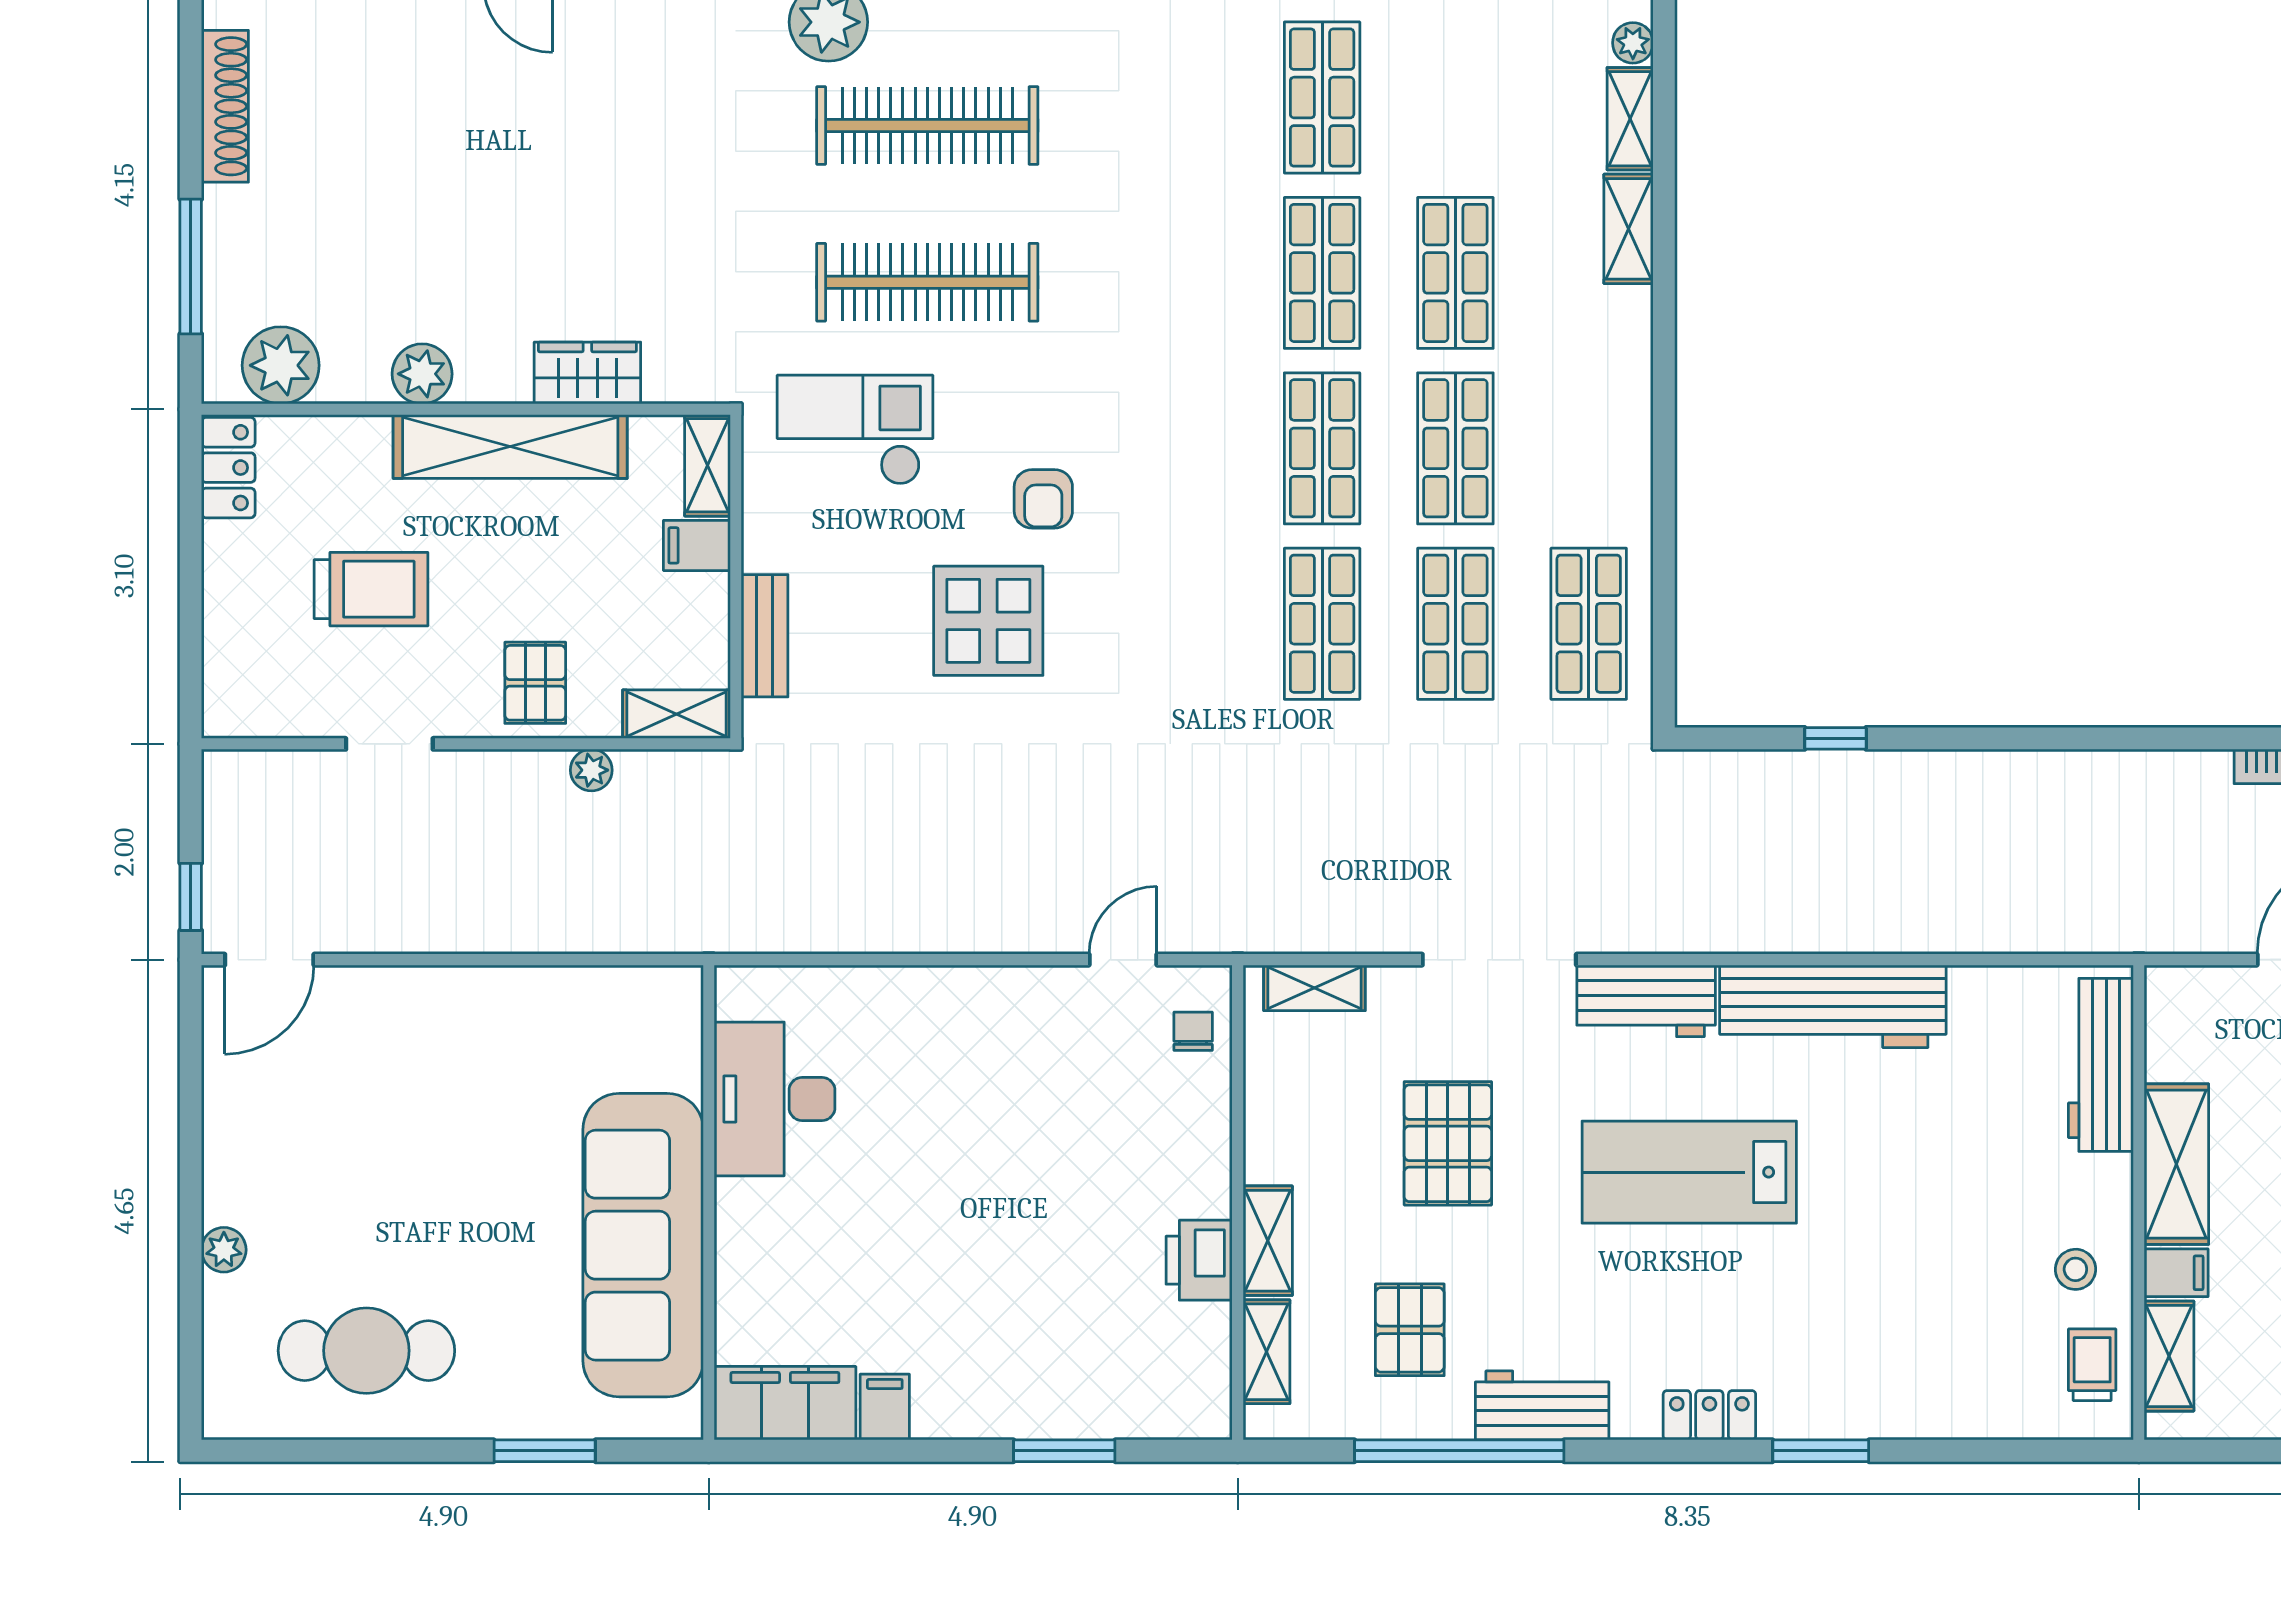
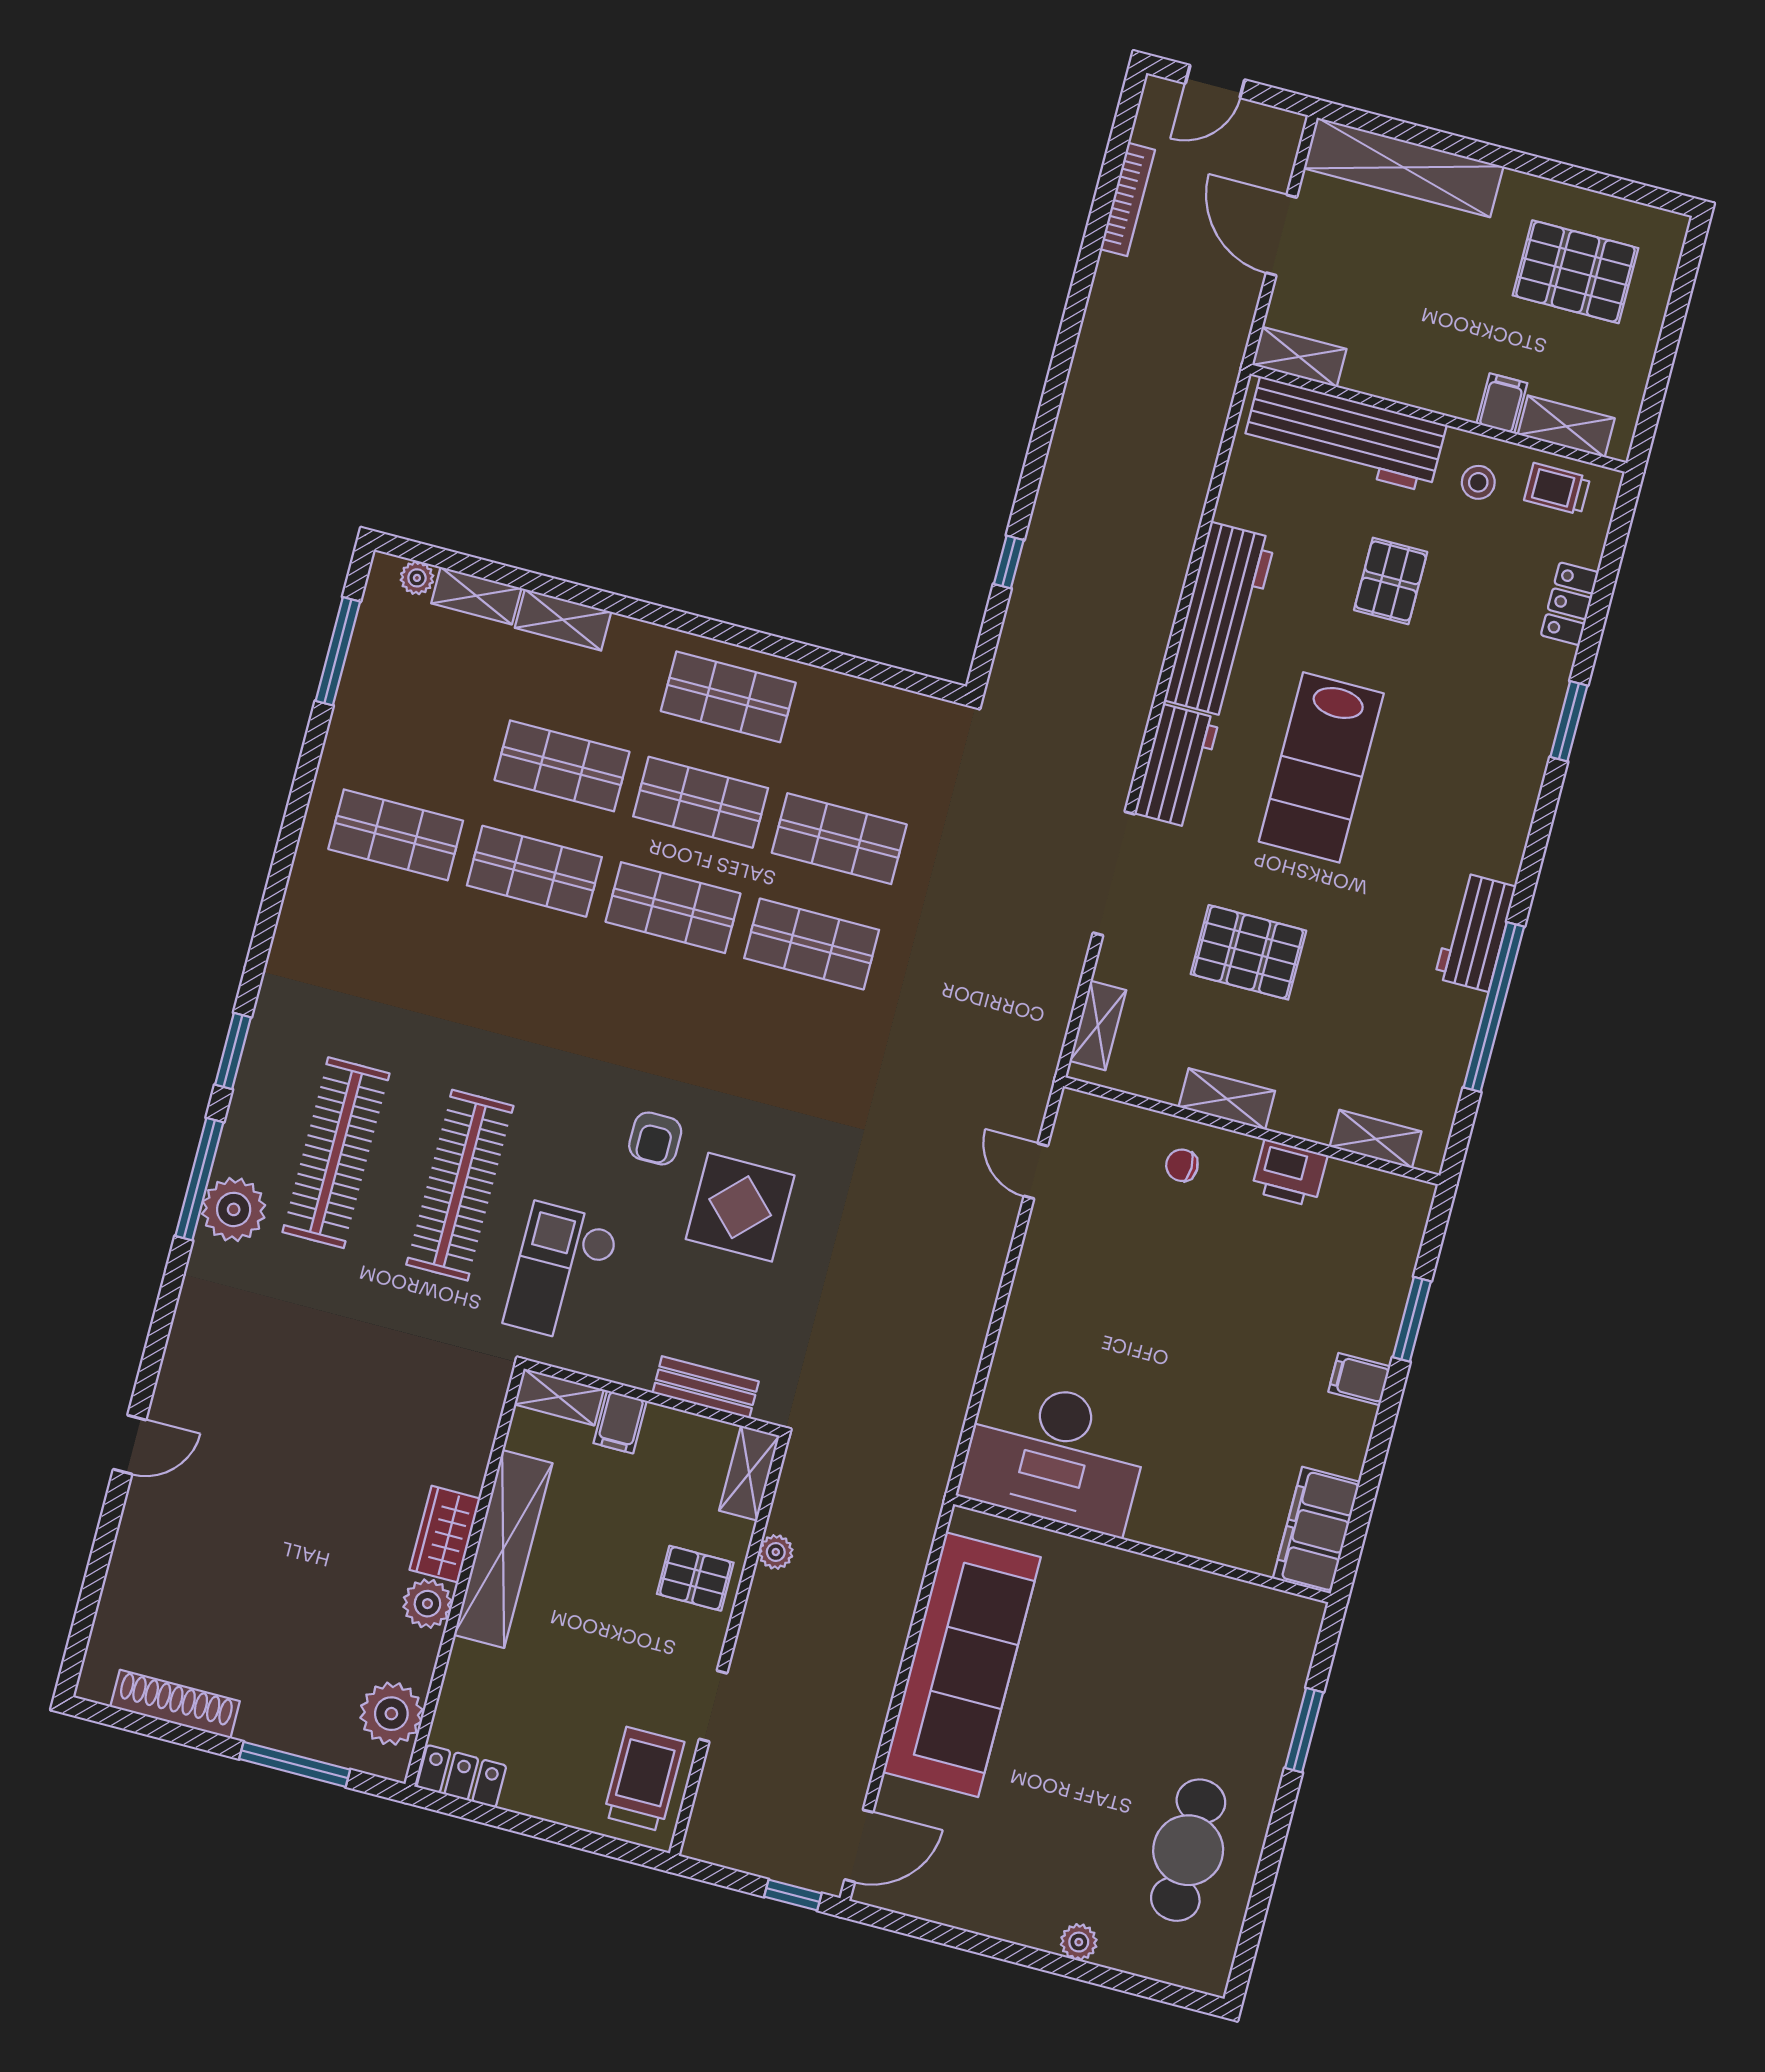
wardrobe: (587, 373) -> (445, 1534), moved
armchair: (1043, 499) -> (655, 1138), turned 90
trolley: (371, 589) -> (644, 1779), moved
shop shelf: (1589, 624) -> (728, 697), moved
door: (269, 960) -> (859, 1846), hinge flipped
chair: (1193, 1031) -> (1182, 1165), moved
workbench: (2101, 1065) -> (1345, 435), width x1.36, depth x1.32
desk: (775, 1099) -> (1055, 1455), width x1.36, depth x1.30
shelving: (2176, 1164) -> (1299, 357), moved, width x0.67, depth x0.75
shelving: (1268, 1241) -> (1227, 1099), moved
sofa: (643, 1245) -> (962, 1665), moved, turned -90
pallet: (1410, 1330) -> (1391, 581), moved, turned 90
filing cabinet: (885, 1407) -> (1359, 1379), moved
locker: (1709, 1415) -> (1570, 604), moved

